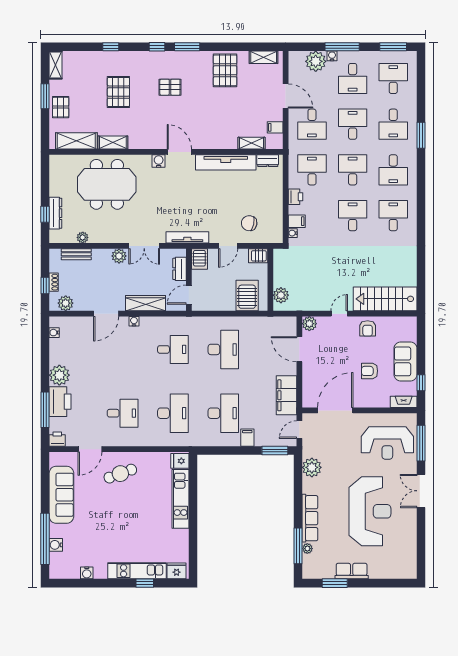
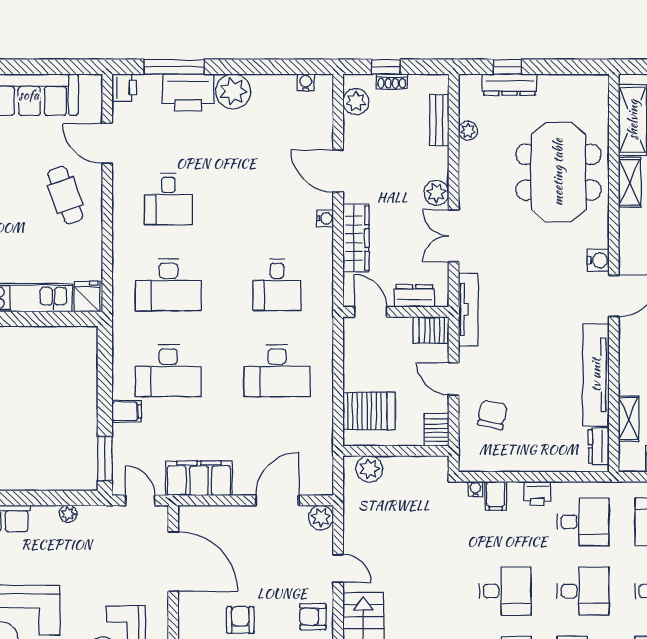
plant: (312, 467) -> (68, 514), width x0.53, depth x0.53

